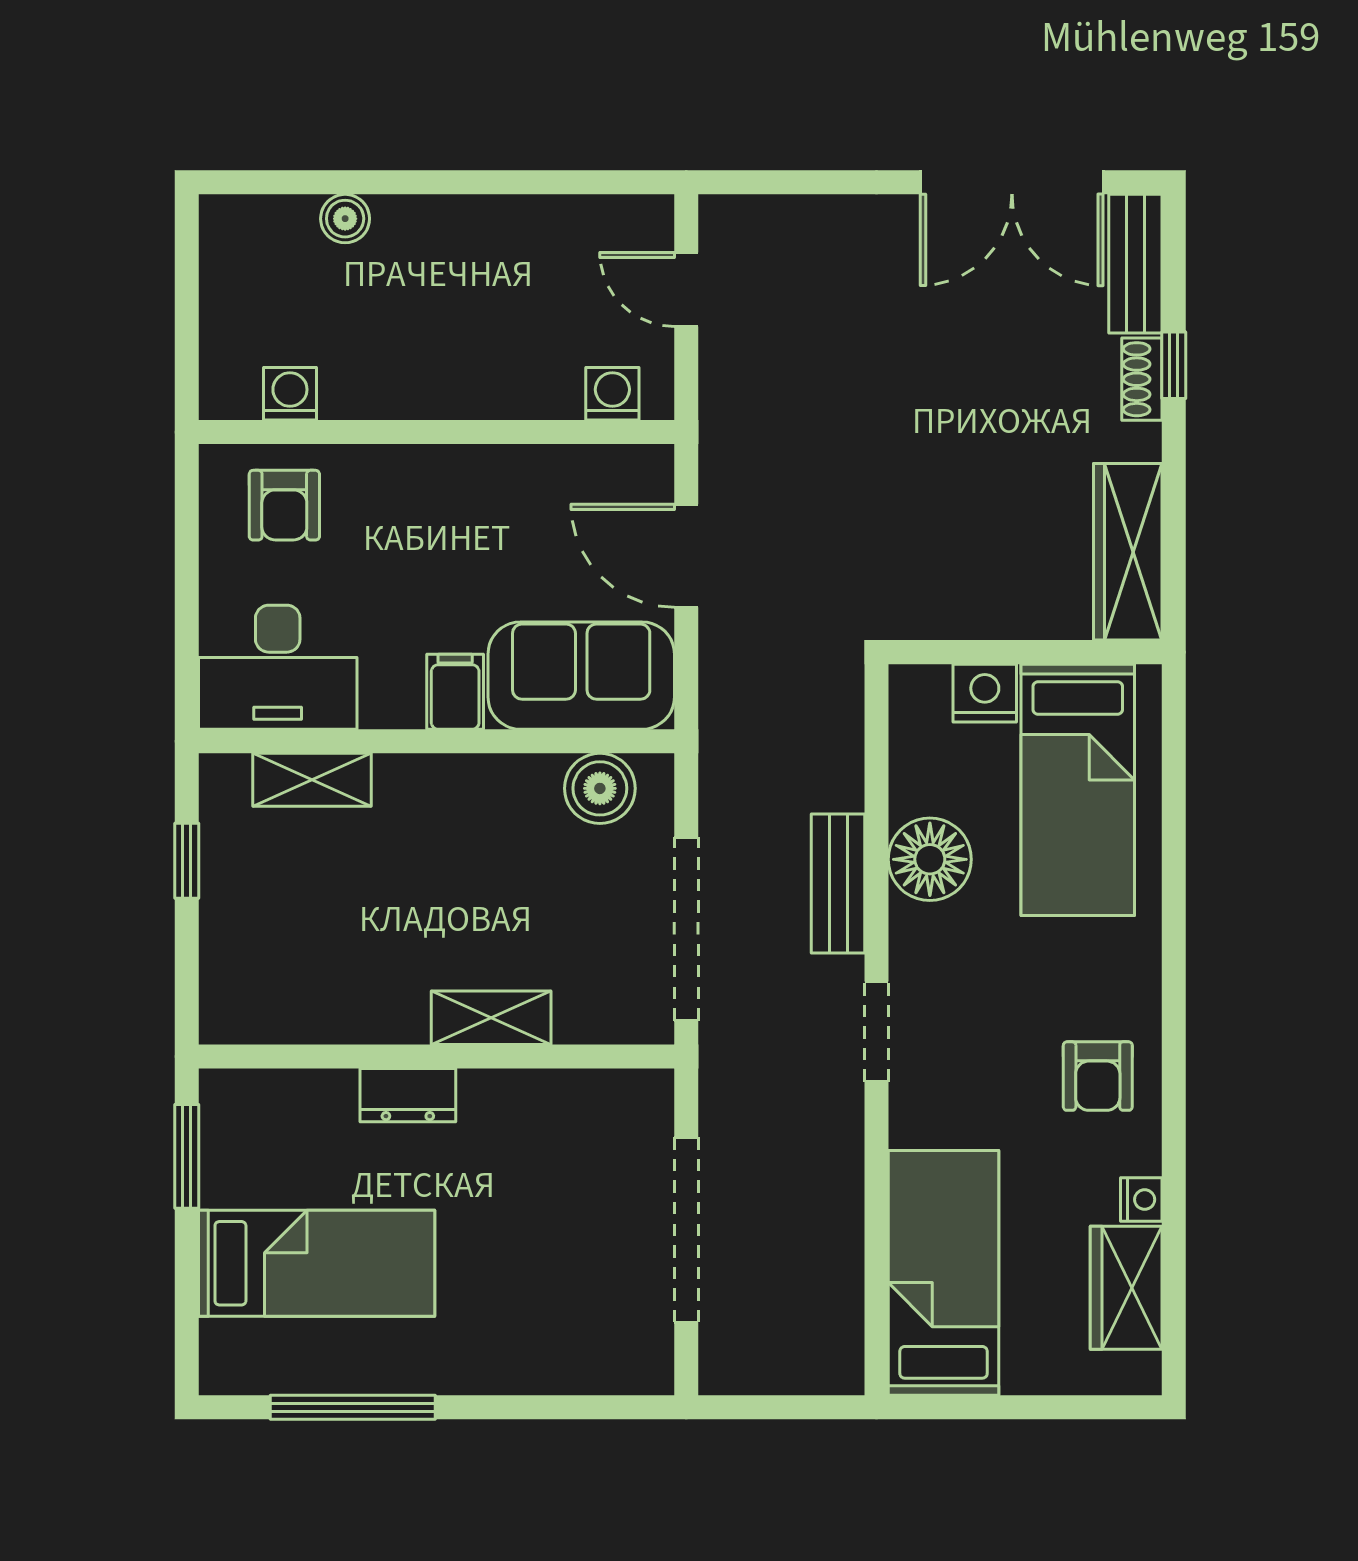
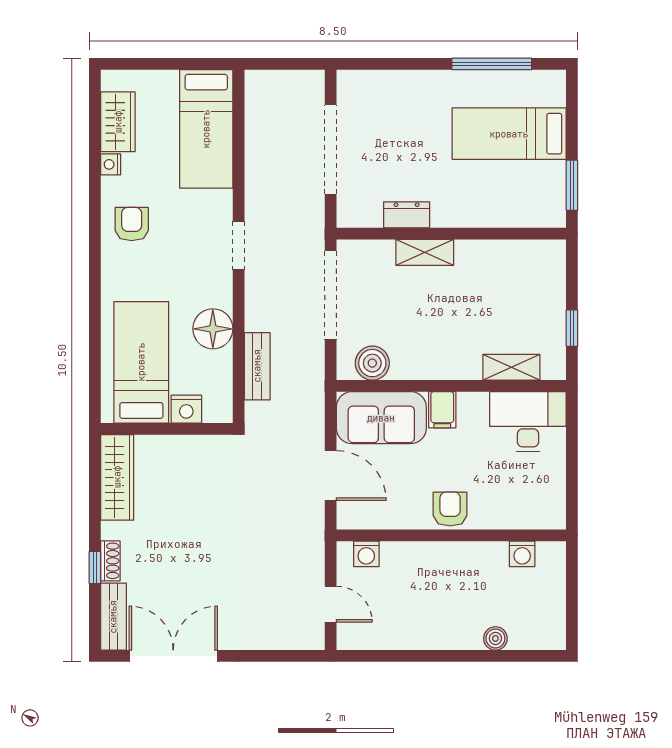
armchair: (284, 505) -> (450, 509), moved
bench: (838, 883) -> (257, 366), moved
dresser: (408, 1095) -> (407, 215), moved

